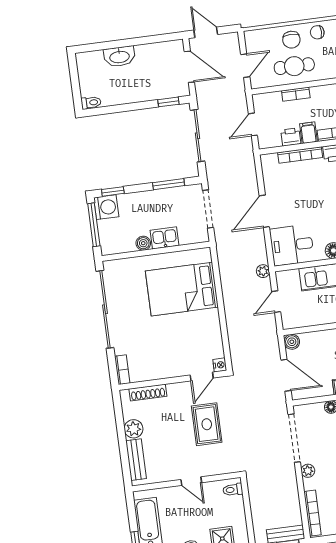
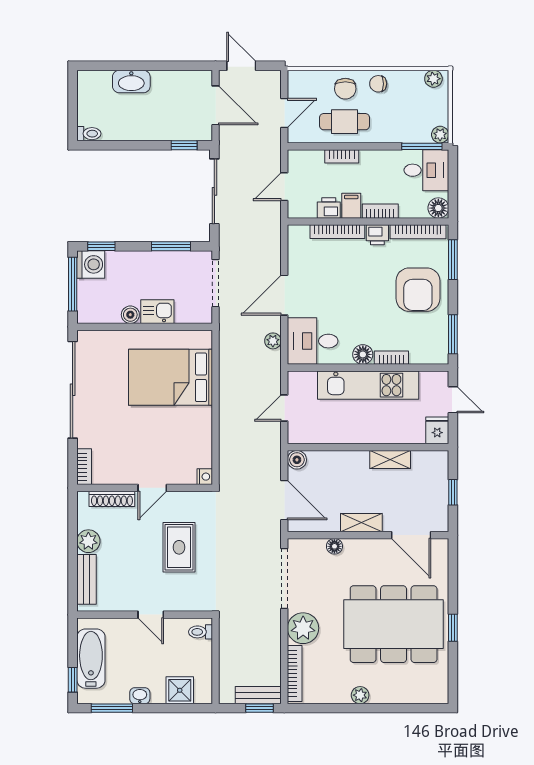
plant: (263, 271) -> (273, 341), moved
door: (202, 377) -> (152, 488), moved
plant: (308, 471) -> (303, 628), width x1.87, depth x1.87

